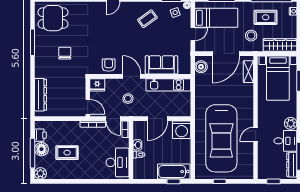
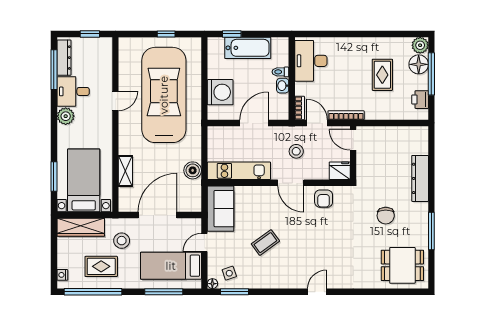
coffee table: (147, 19) -> (265, 243), moved
sofa: (161, 65) -> (221, 209), moved, turned -90
boiler: (201, 67) -> (193, 170), moved
shelving: (248, 72) -> (125, 171), moved
dresser: (40, 95) -> (420, 178), moved
washing machine: (182, 130) -> (220, 92), moved, turned 90
floor lamp: (41, 149) -> (419, 64), moved
rug: (67, 153) -> (382, 75), turned 90
bathtub: (174, 172) -> (248, 48), moved

